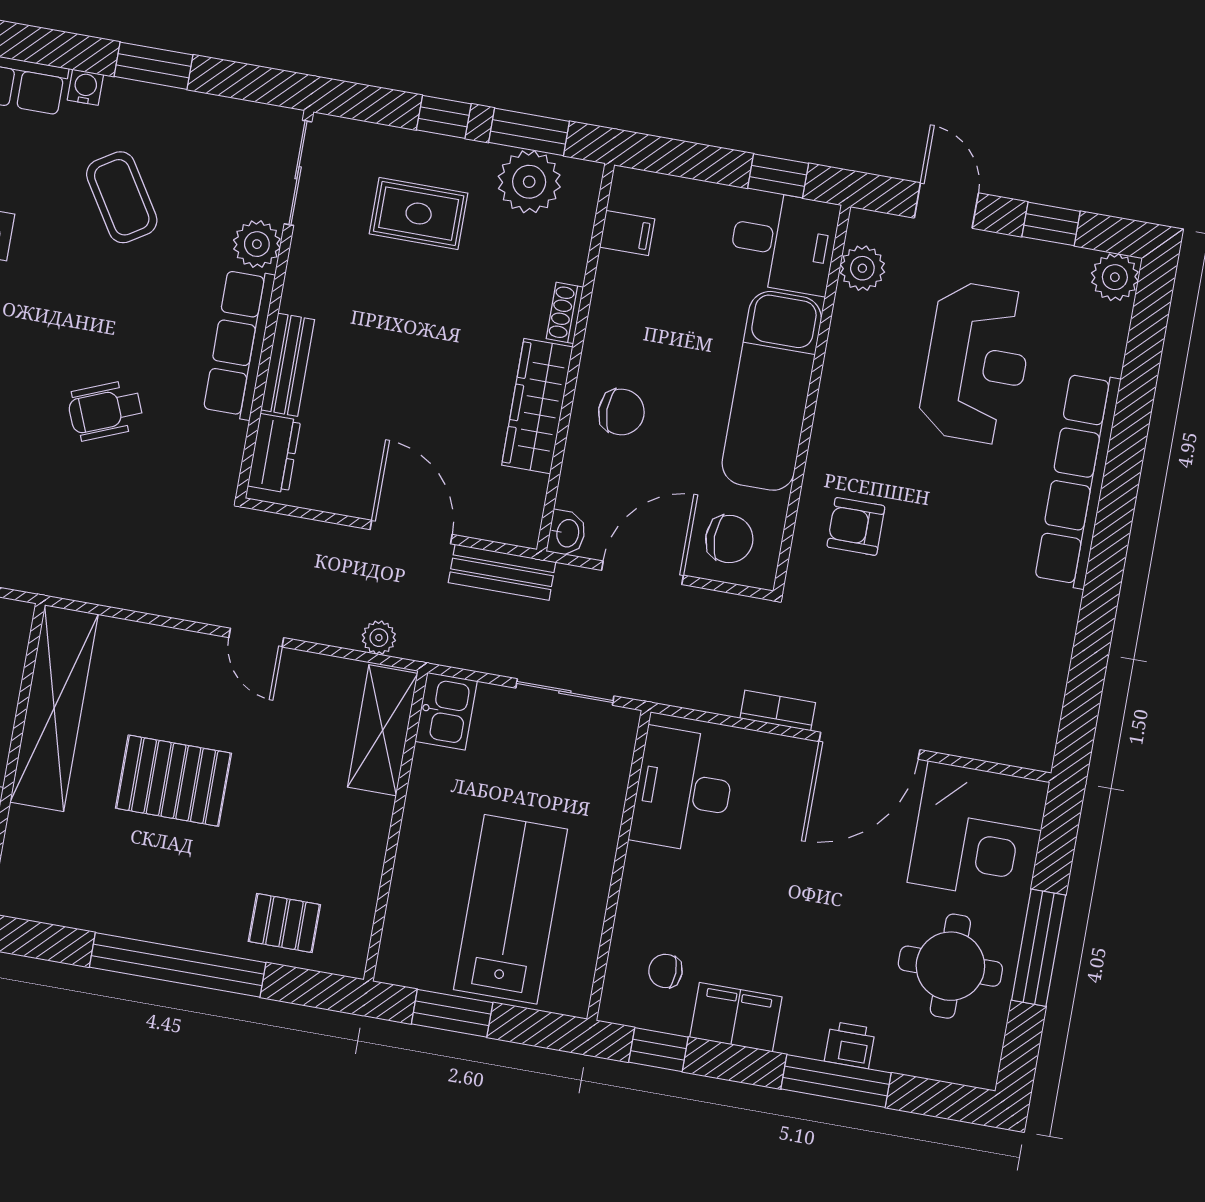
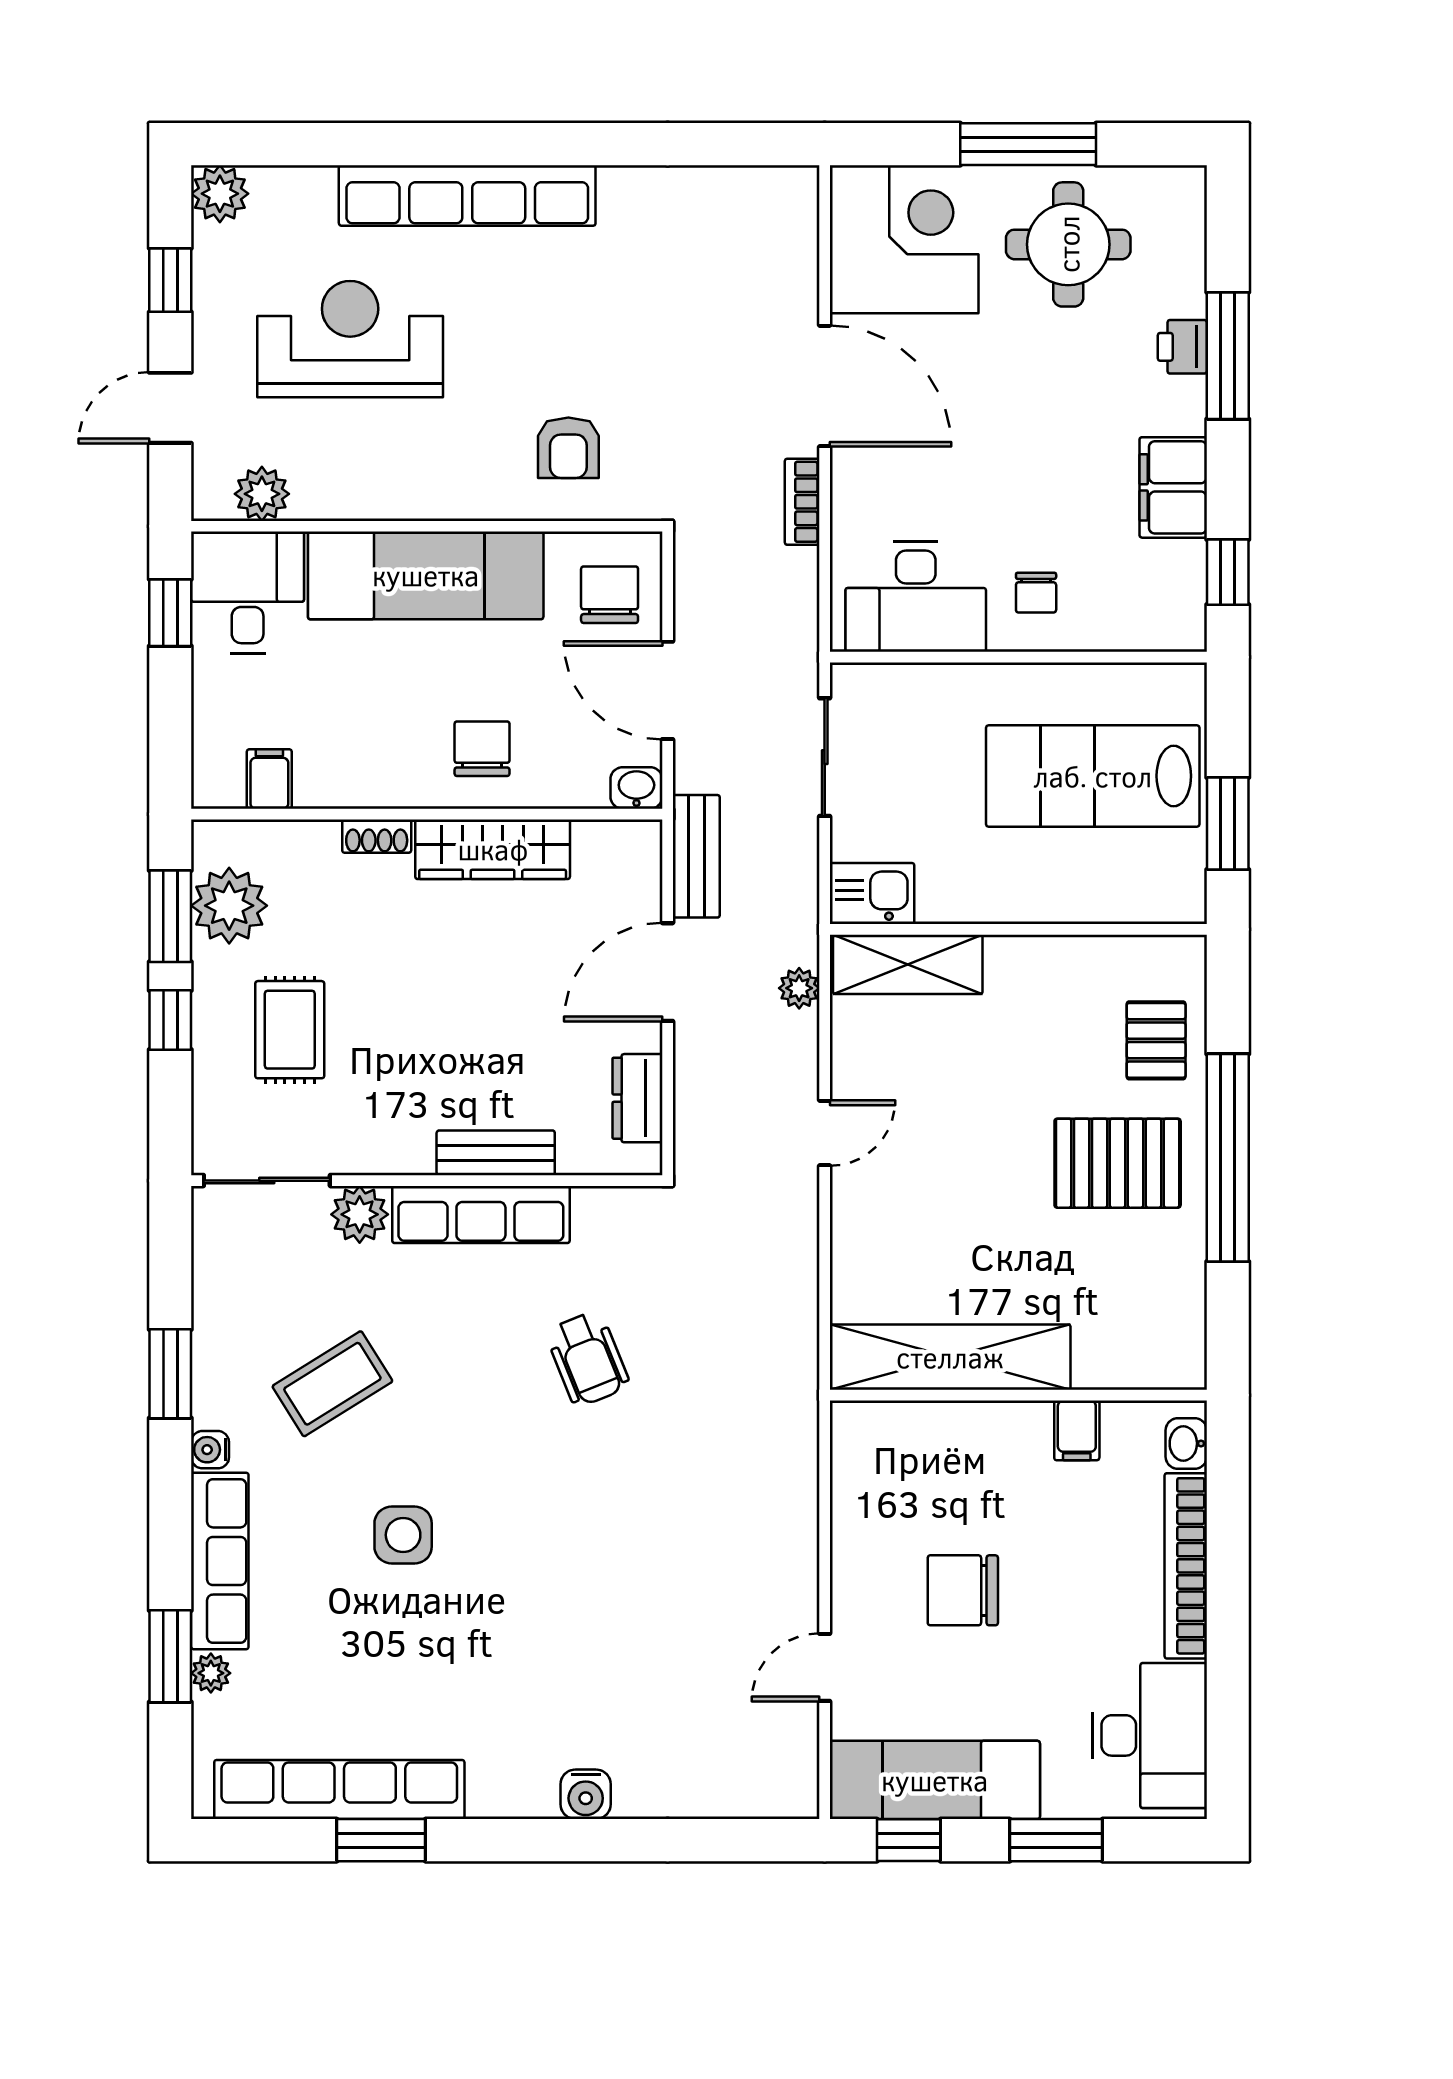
dresser: (274, 453) -> (638, 1098), moved, turned -90
pallet: (173, 781) -> (1118, 1163), moved, turned 90
chair: (665, 971) -> (1036, 593), moved

